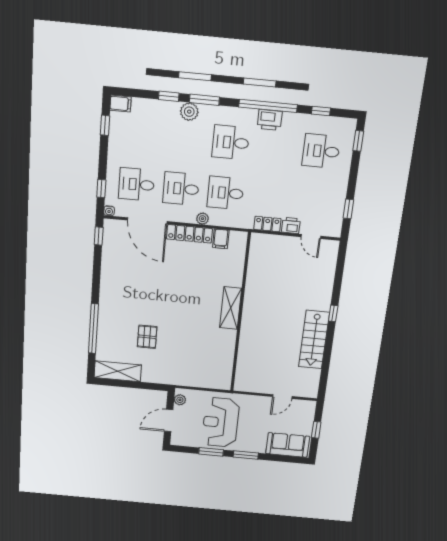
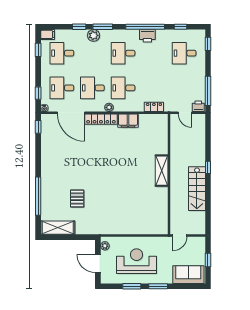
desk: (140, 134) -> (62, 53), added
window: (348, 209) -> (208, 91), width x2.17
printer: (291, 225) -> (198, 106), moved
filing cabinet: (221, 239) -> (128, 121), width x2.00
shelving: (231, 308) -> (162, 171), moved
wall: (240, 314) -> (169, 174), moved
door: (169, 420) -> (98, 264), hinge flipped
reception desk: (221, 422) -> (137, 261), turned 90

